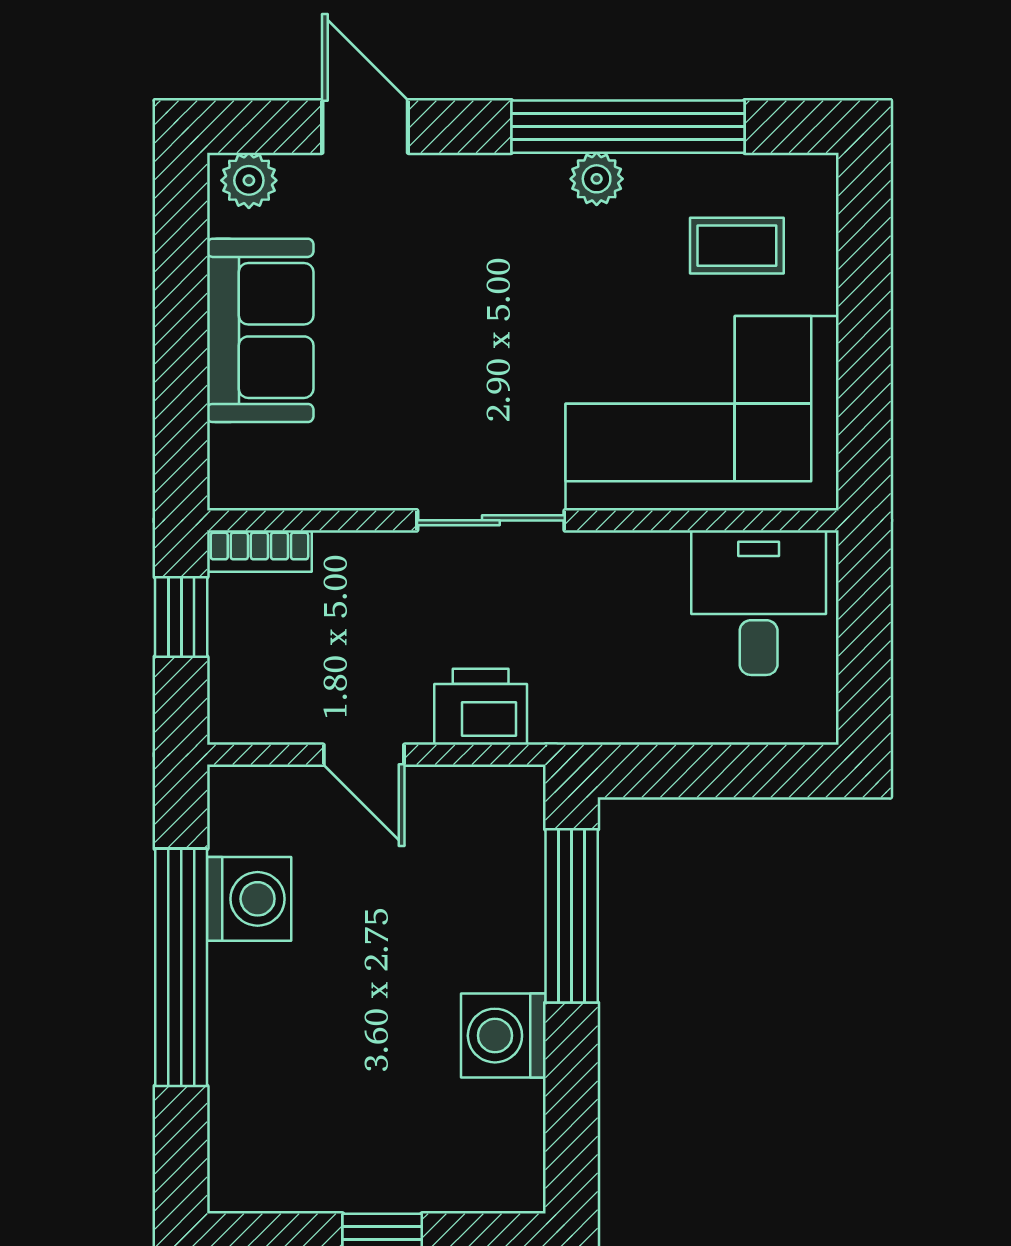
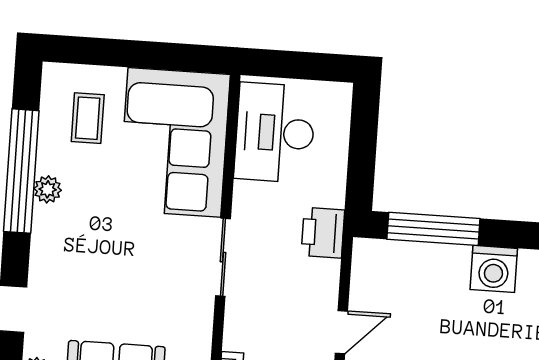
desk: (759, 603) -> (275, 133), width x1.37
printer: (481, 707) -> (323, 233), moved

